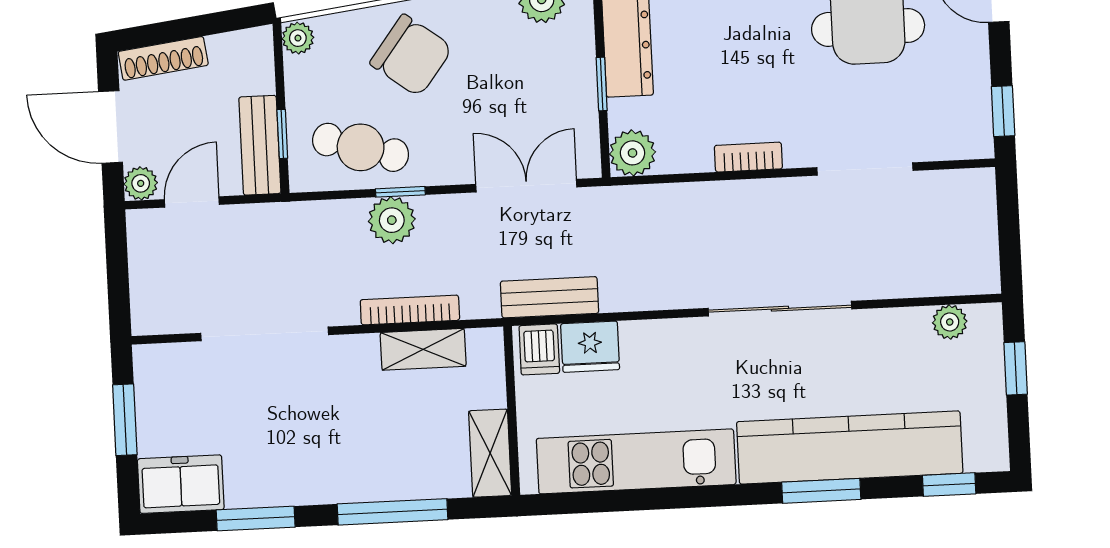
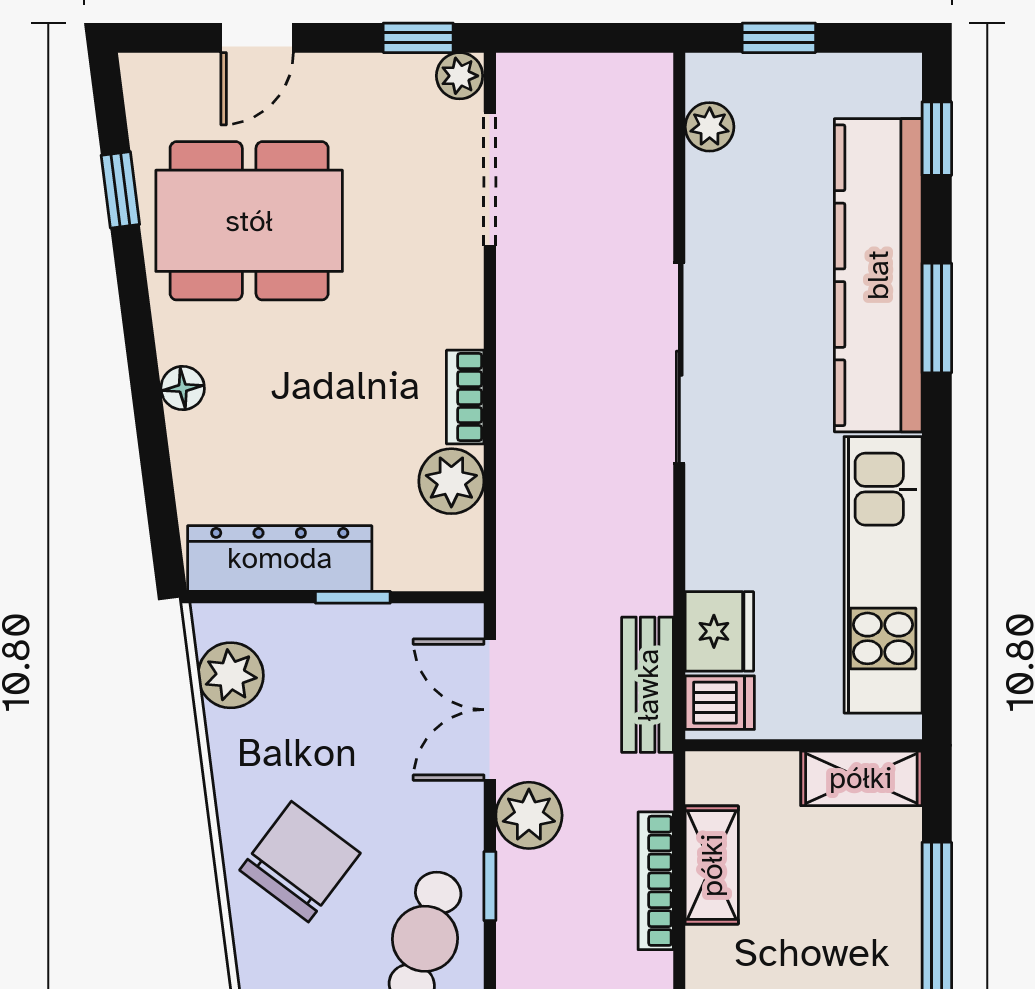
plant: (977, 142) -> (460, 76), added
plant: (633, 153) -> (451, 481), moved
doorway: (865, 169) -> (490, 179), moved
plant: (392, 220) -> (529, 815), moved

